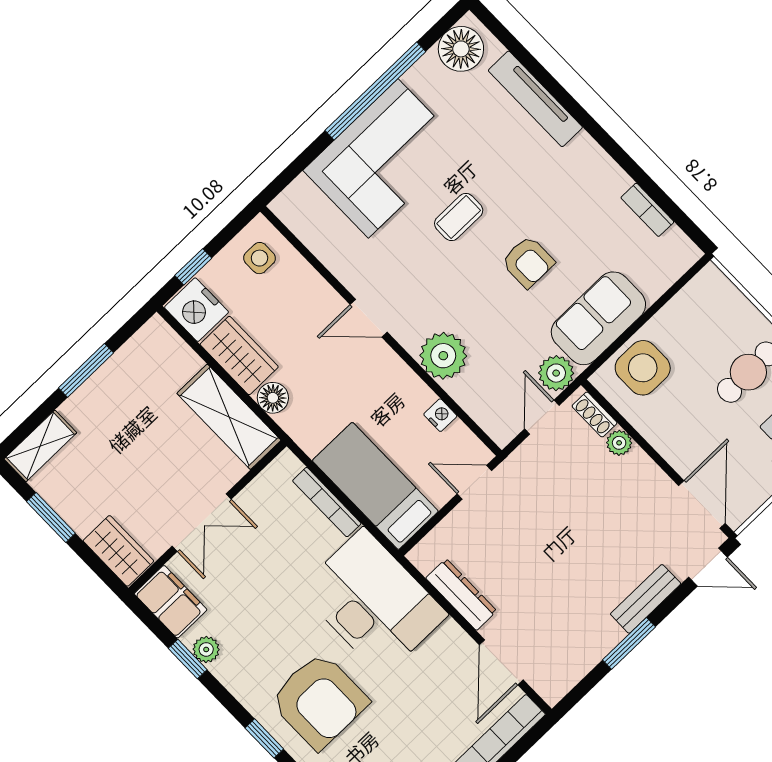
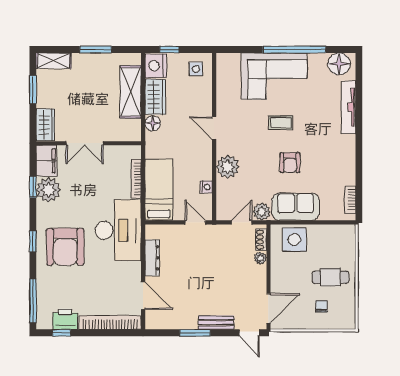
bookcase: (647, 210) -> (350, 200), moved
shelving: (229, 417) -> (131, 92), moved
plant: (206, 649) -> (48, 190), width x1.88, depth x1.88
door: (501, 662) -> (143, 296), swing flipped

